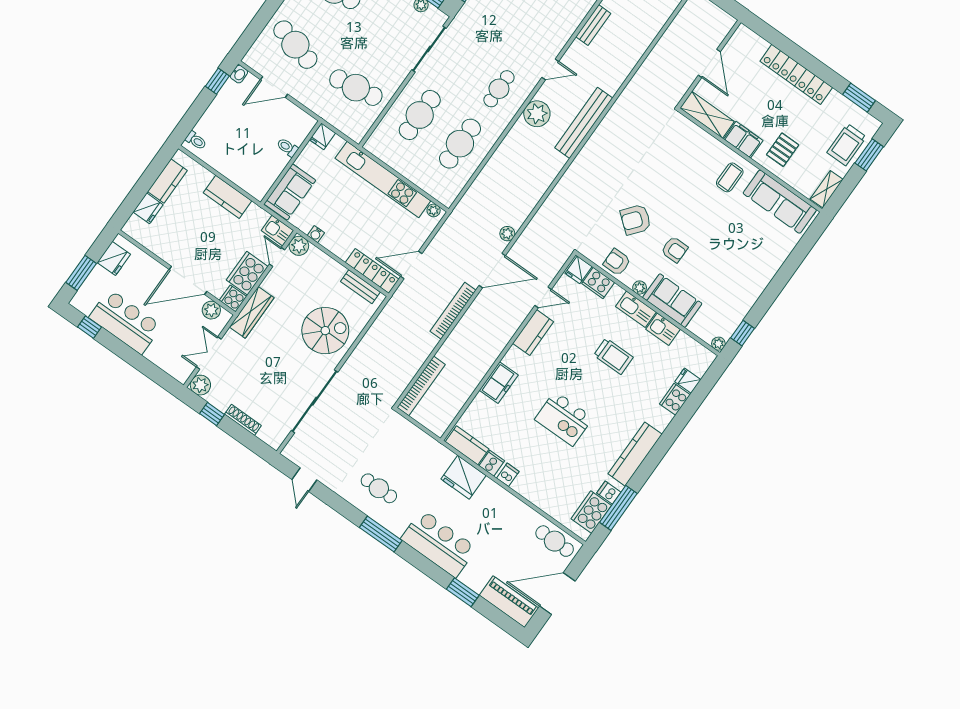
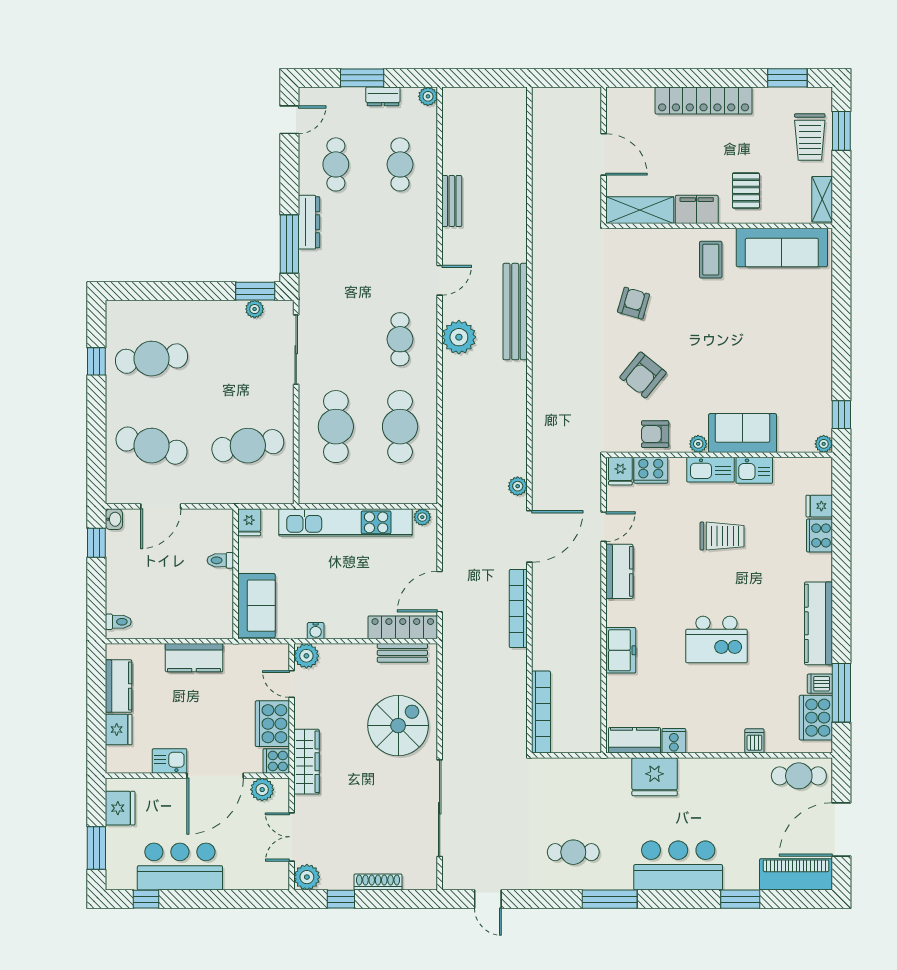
kitchen sink: (277, 231) -> (170, 761), moved, turned 180
armchair: (674, 250) -> (633, 303), moved, turned -74
dishwasher: (508, 475) -> (754, 741), moved

